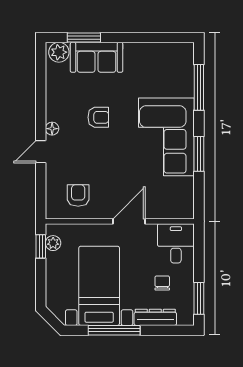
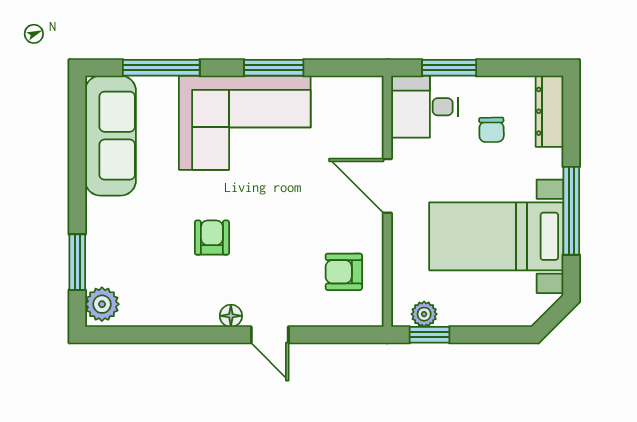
sofa: (97, 57) -> (111, 136), moved, width x1.36
chair: (162, 283) -> (491, 130), turned -91
window: (199, 298) -> (449, 68), moved
dresser: (155, 317) -> (550, 111), moved

